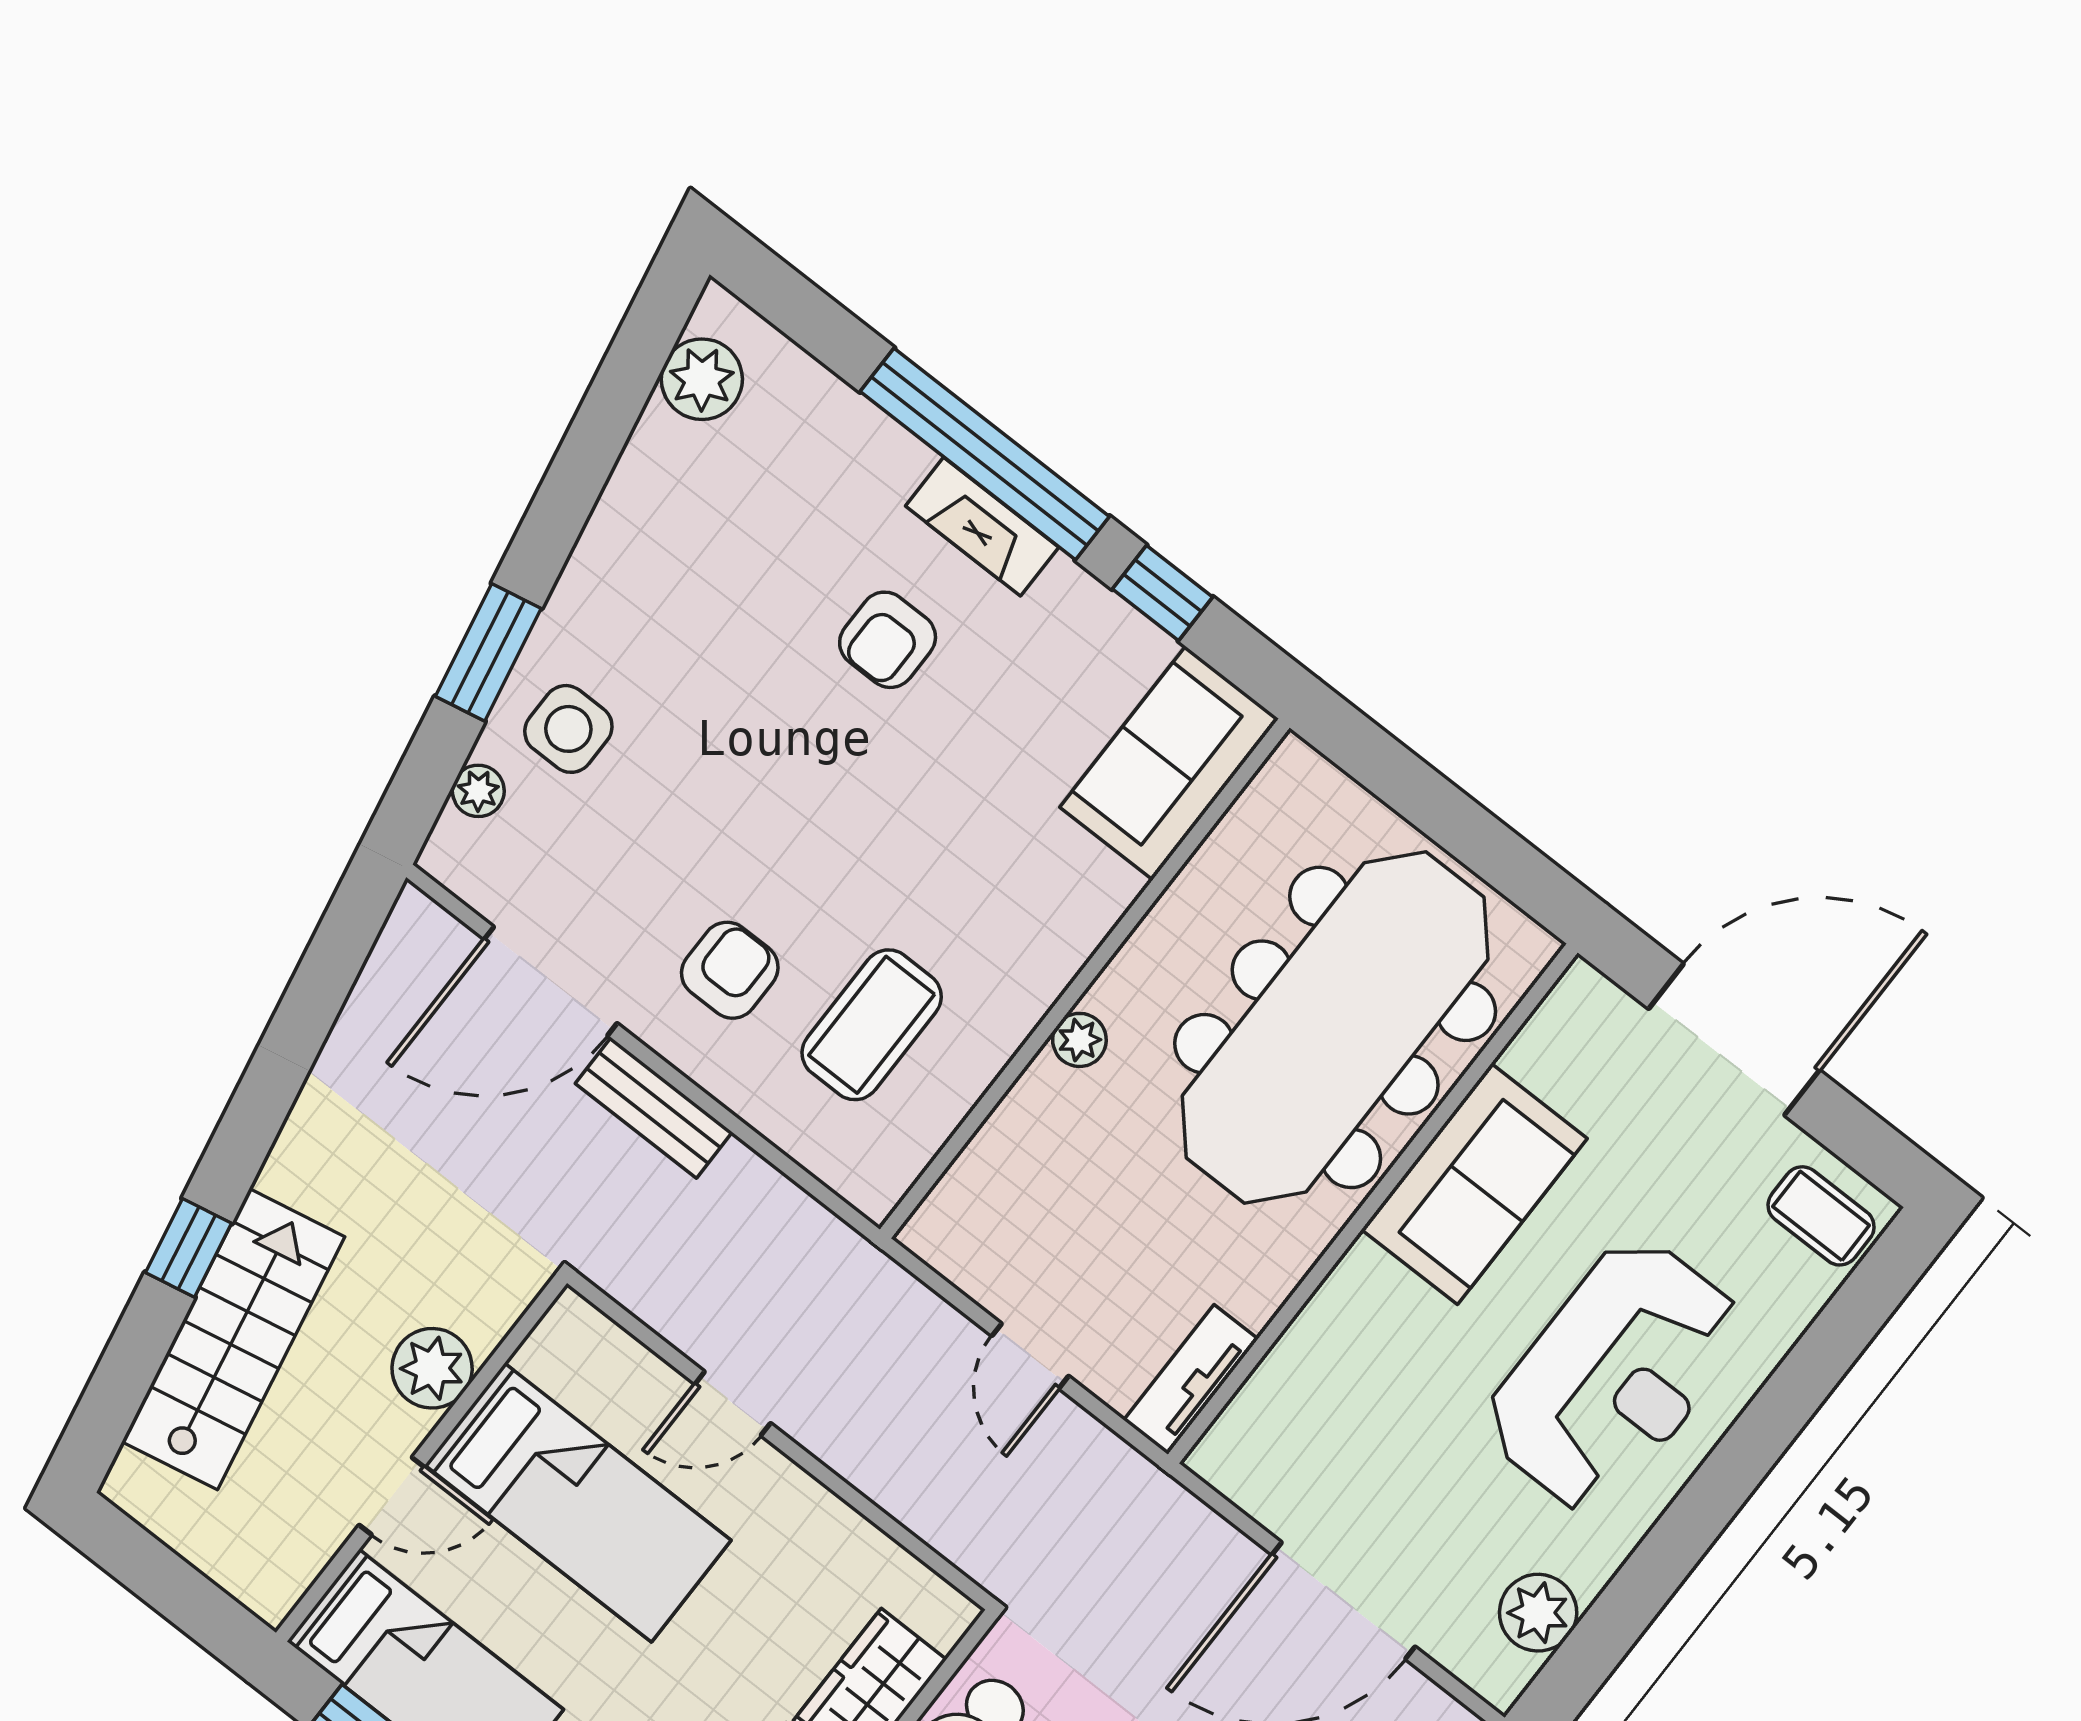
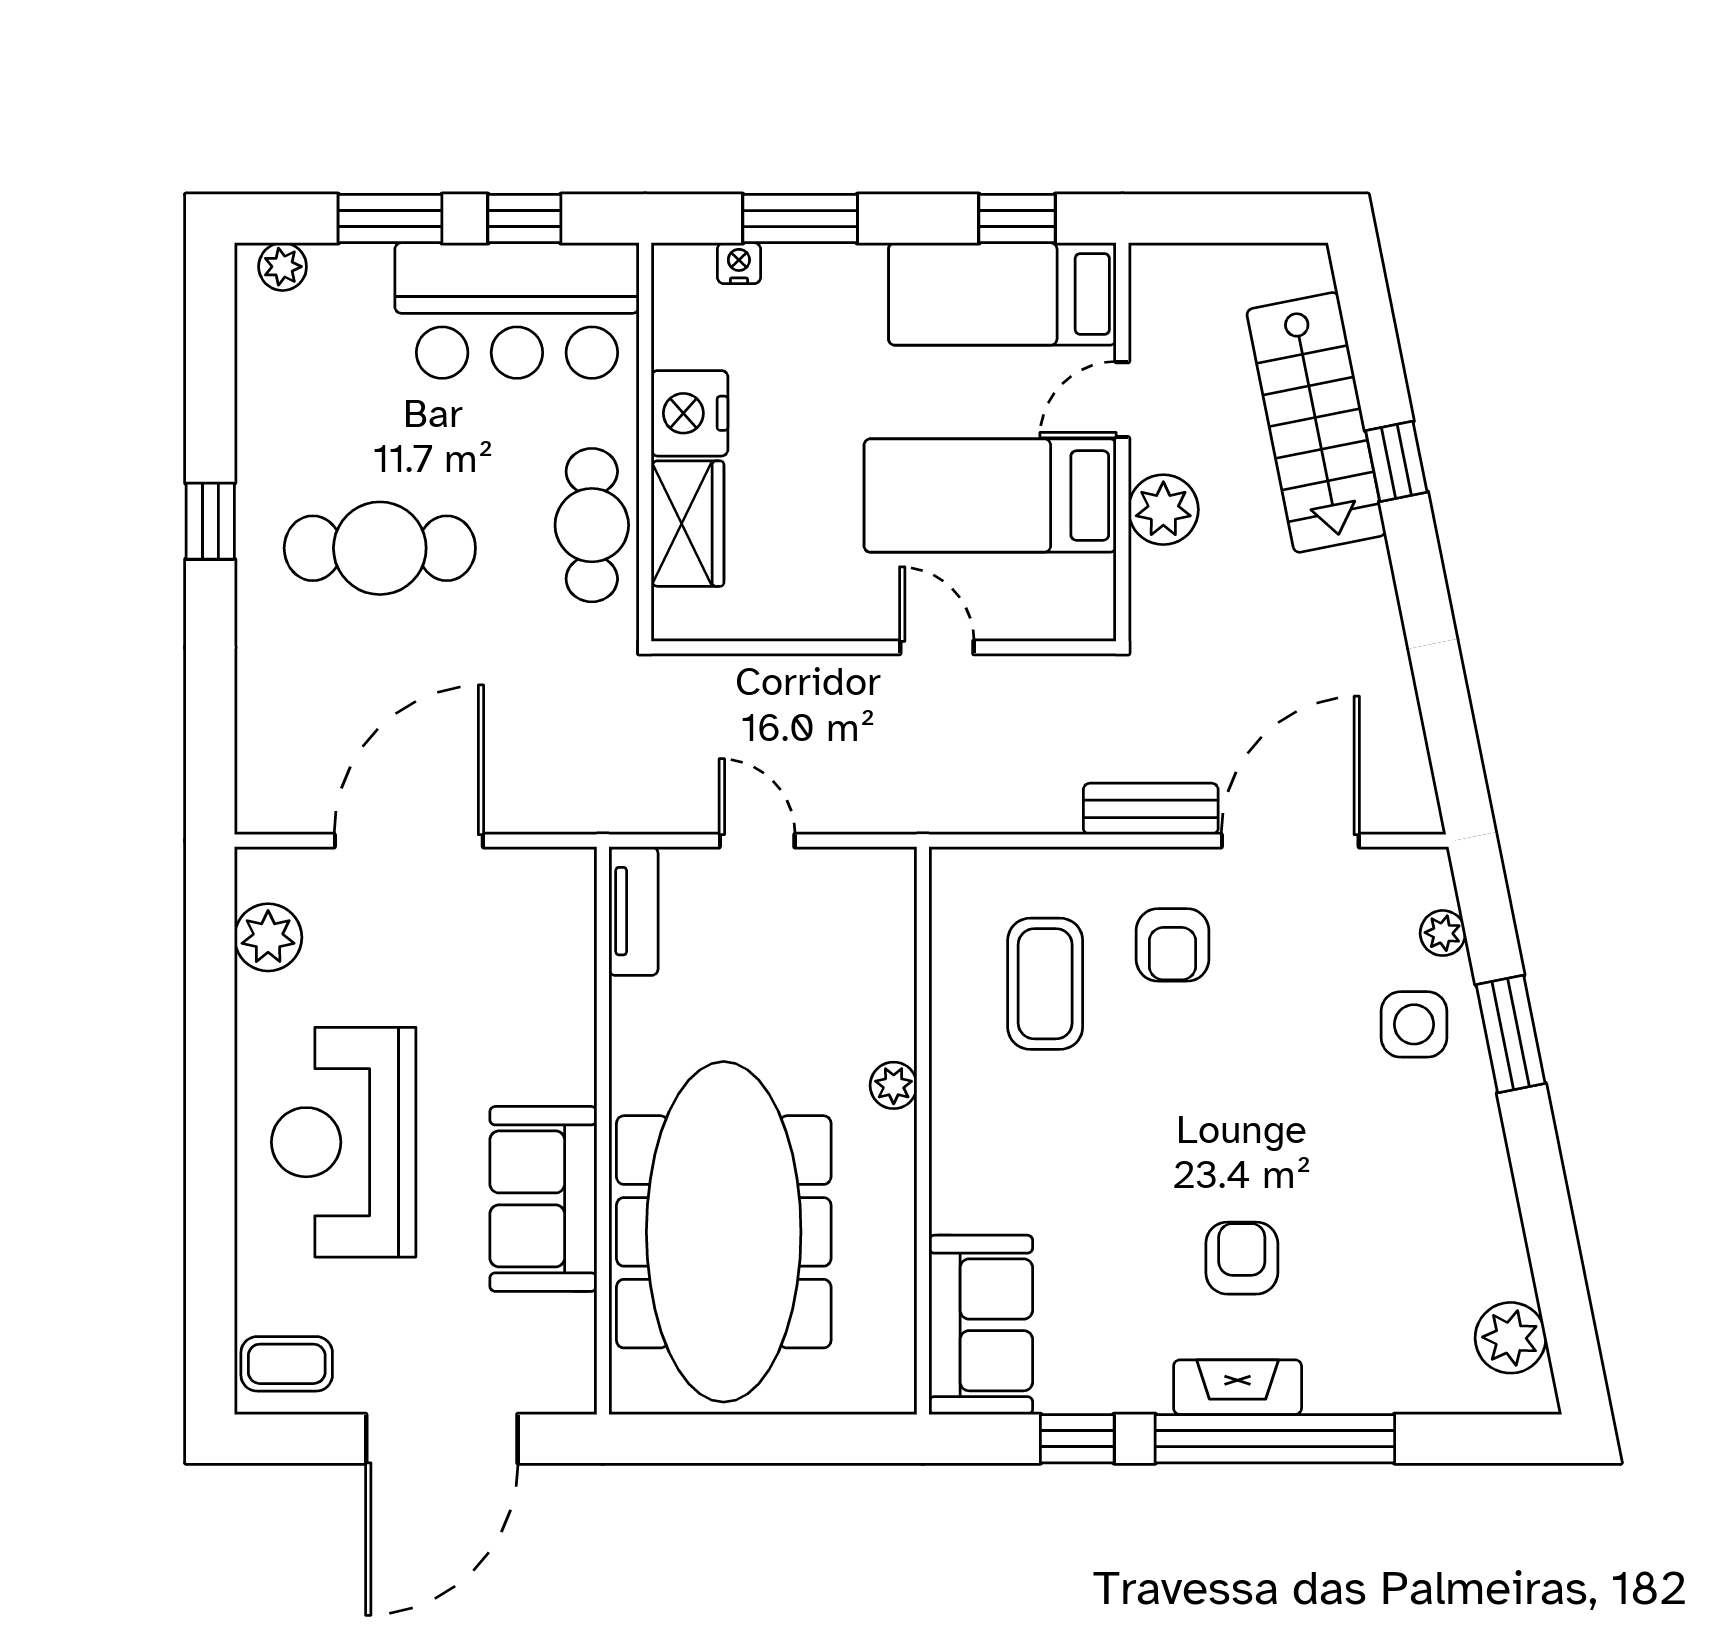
door: (733, 1404) -> (937, 647), hinge flipped

